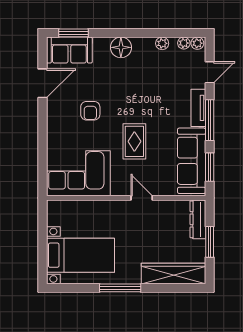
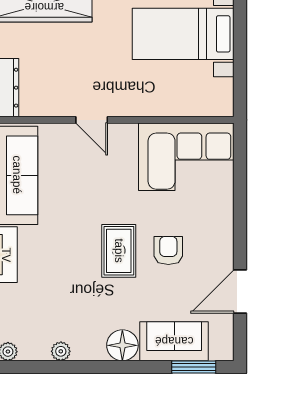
plant: (184, 43) -> (28, 352), removed
sofa: (69, 50) -> (174, 341), moved
rug: (134, 141) -> (119, 251), moved

